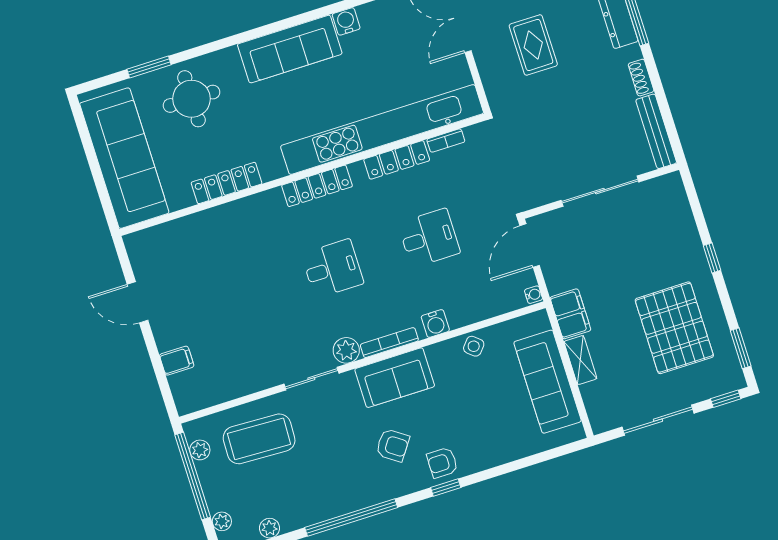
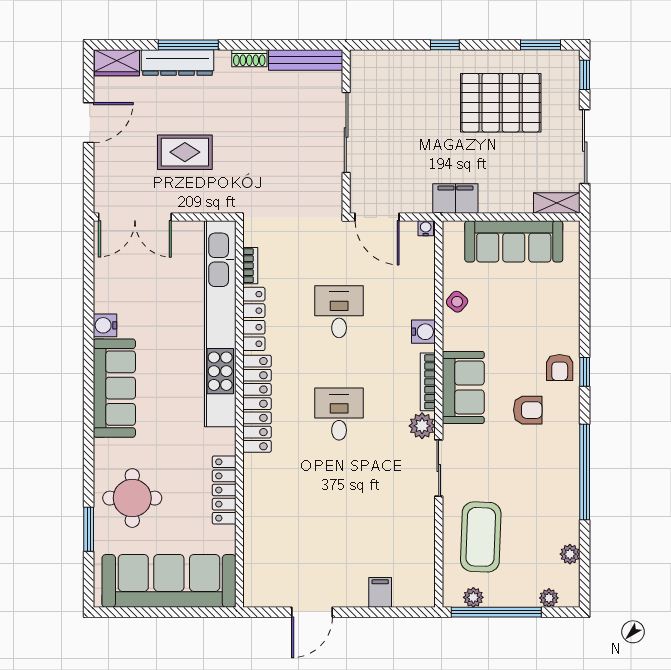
locker: (317, 186) -> (257, 404), width x1.41, depth x1.21
shelving: (580, 360) -> (557, 203), moved
armchair: (393, 445) -> (528, 410), turned 55

